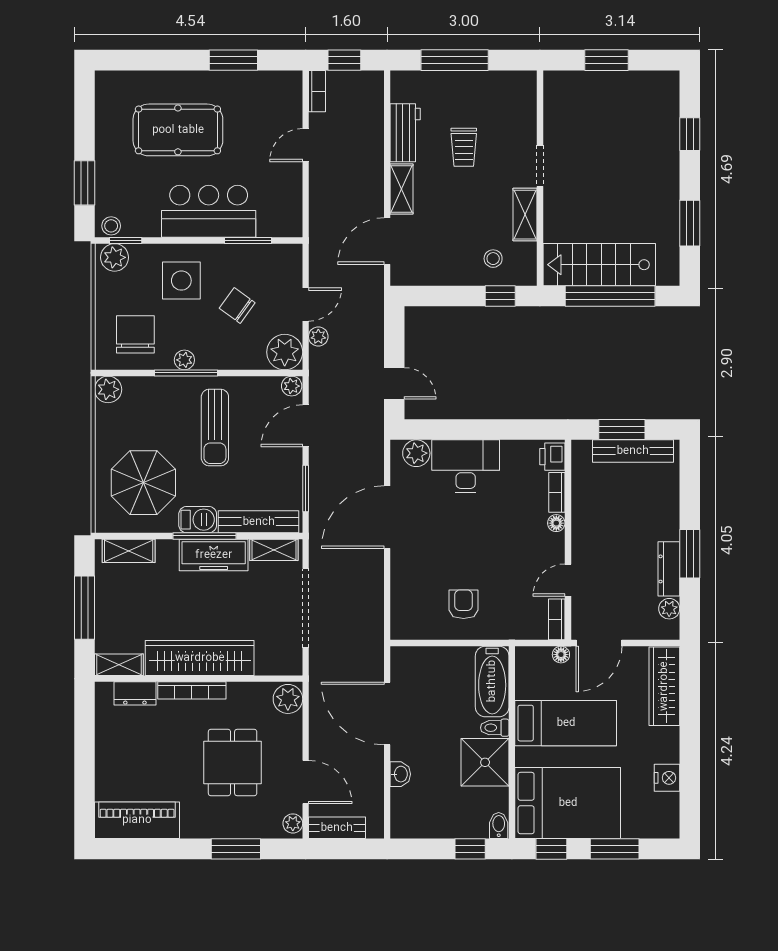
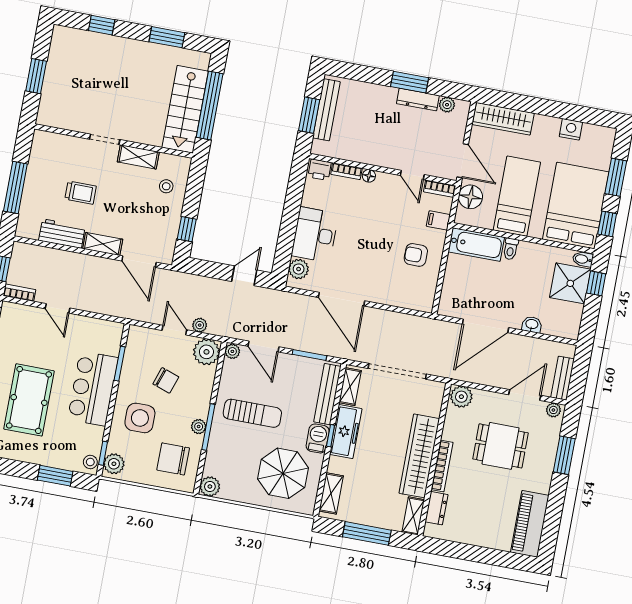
window: (500, 296) -> (187, 229), moved
chair: (237, 305) -> (166, 380), turned -107
window: (205, 536) -> (331, 436), width x0.46
filing cabinet: (515, 626) -> (438, 220), added
floor lamp: (561, 655) -> (470, 197), width x1.89, depth x1.89
shower: (485, 762) -> (570, 283), moved

